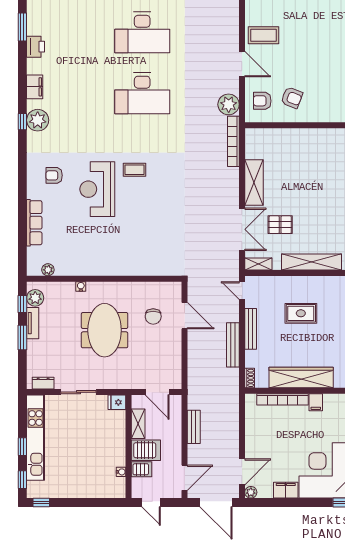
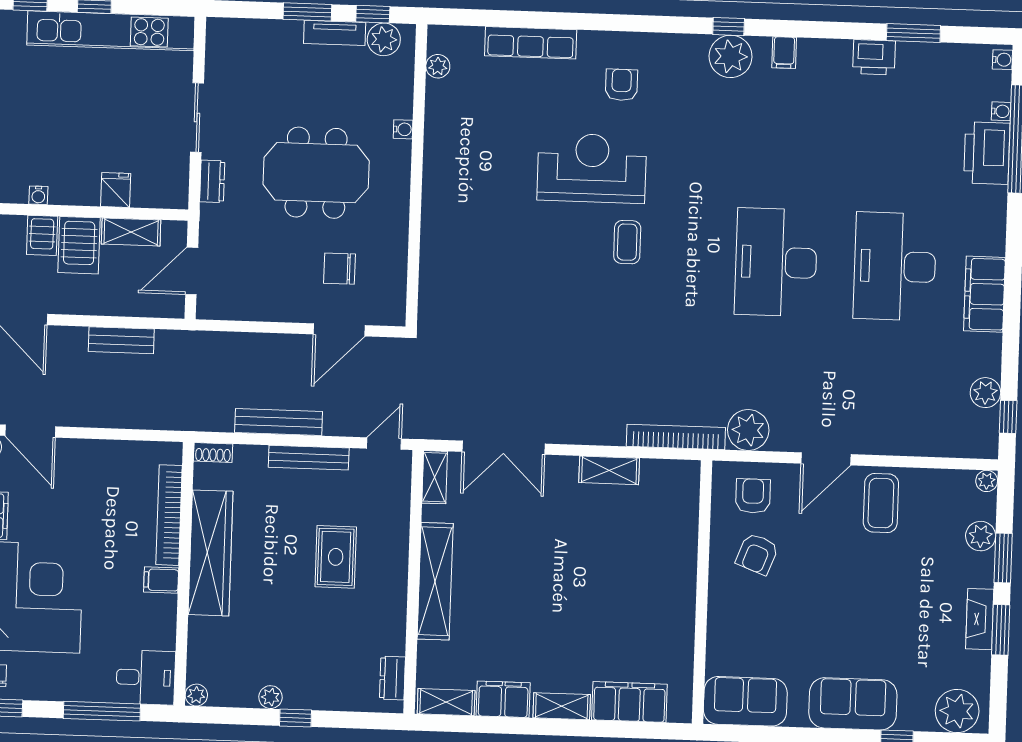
filing cabinet: (35, 87) -> (784, 53), width x0.50
shelving: (254, 182) -> (609, 470), width x0.67, depth x0.75
pallet: (280, 225) -> (510, 523), removed
dresser: (43, 383) -> (212, 181), moved
fridge: (117, 402) -> (116, 190), moved

